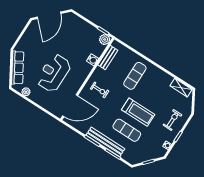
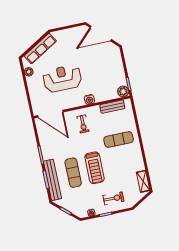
water cooler: (93, 60) -> (89, 99), moved
bench: (105, 142) -> (52, 180), moved

